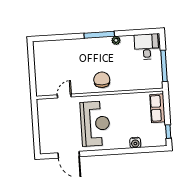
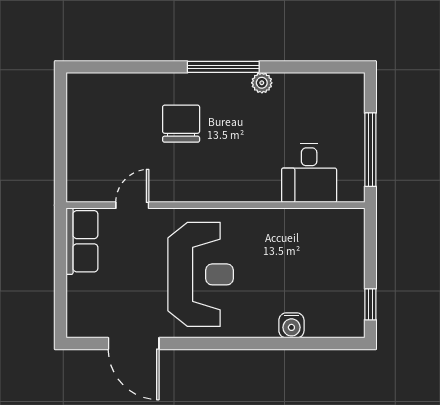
desk: (147, 47) -> (309, 173), moved, turned 180
chair: (102, 80) -> (181, 124), moved
row of seats: (158, 108) -> (82, 241), moved, turned 180

